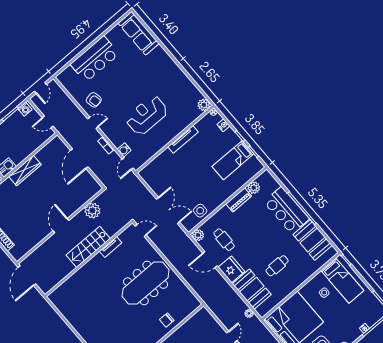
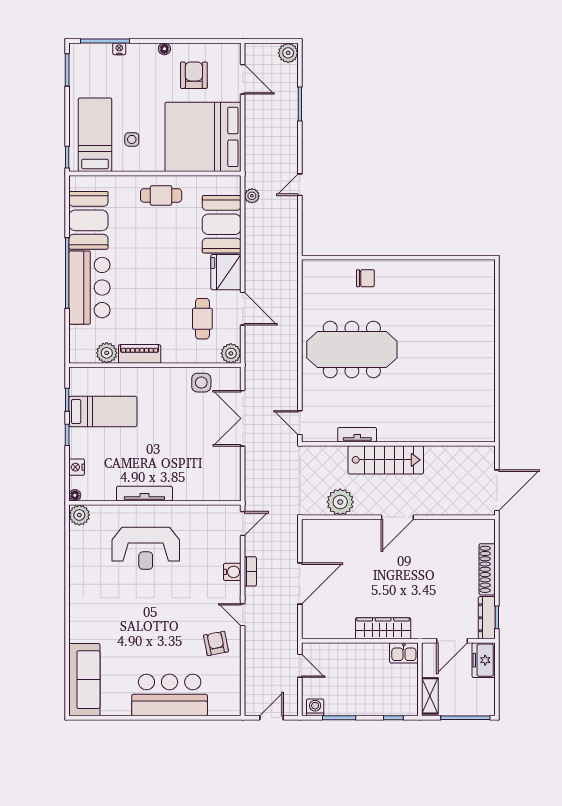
reception desk: (147, 115) -> (146, 548), moved
water cooler: (124, 150) -> (232, 572), moved
cafe table: (277, 266) -> (161, 195), moved

